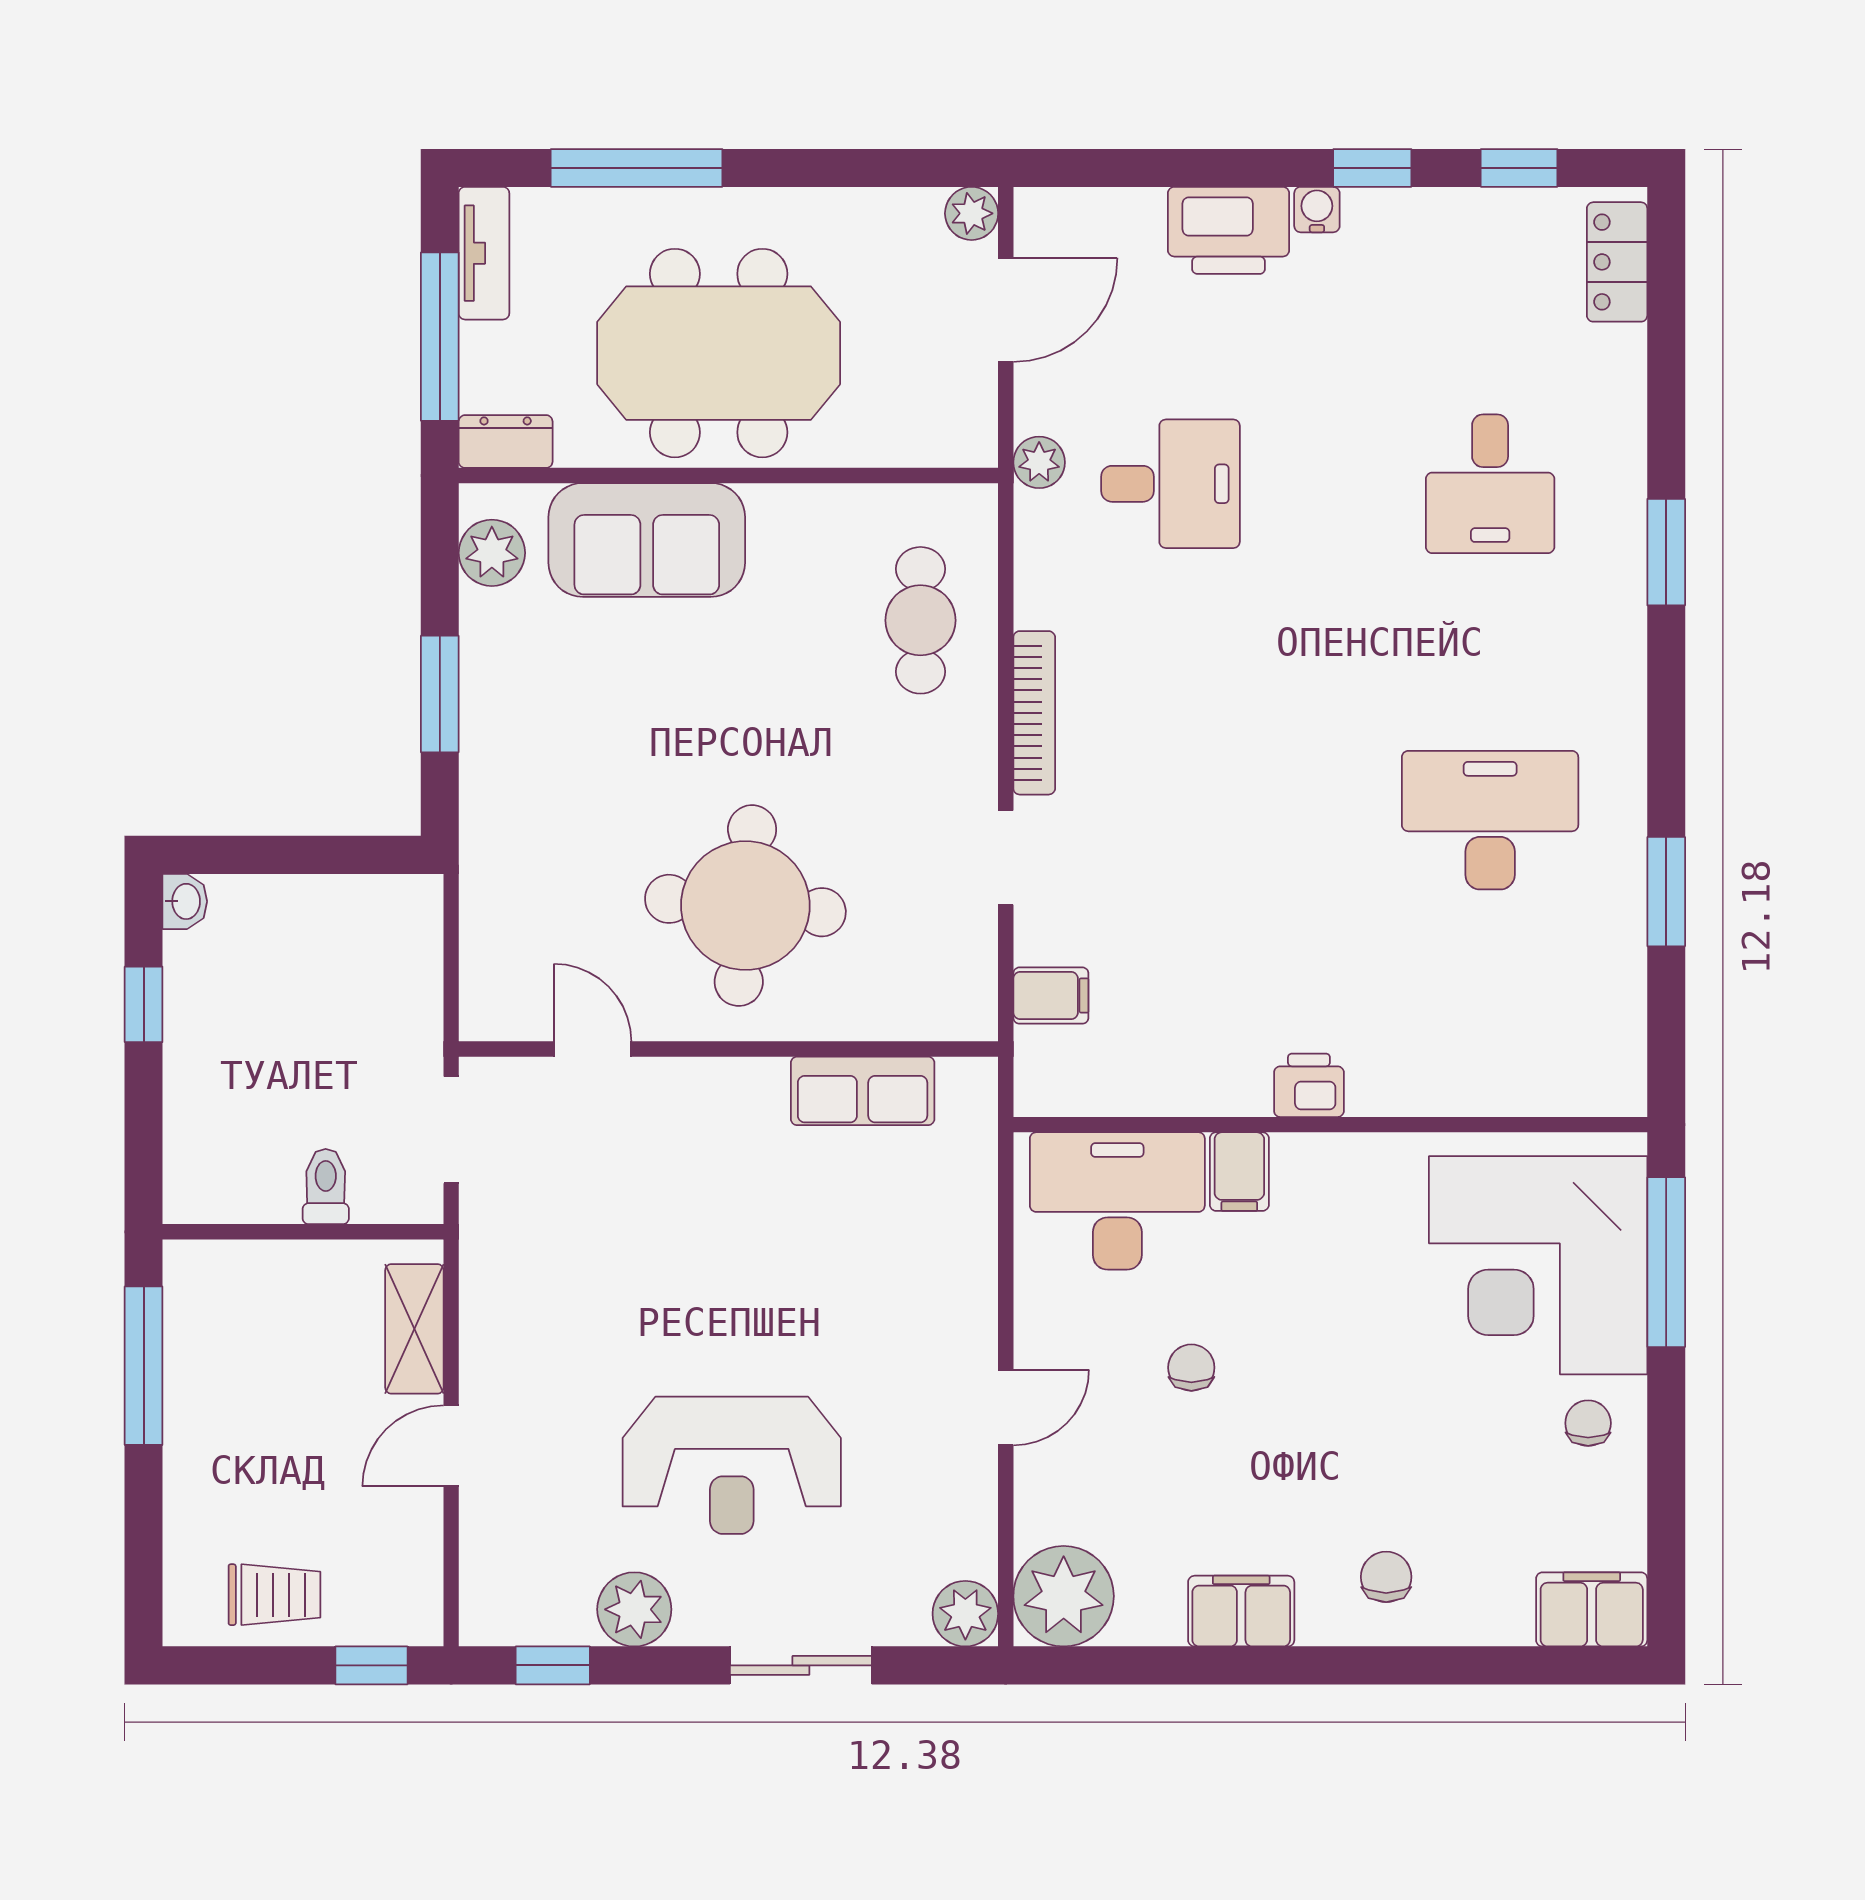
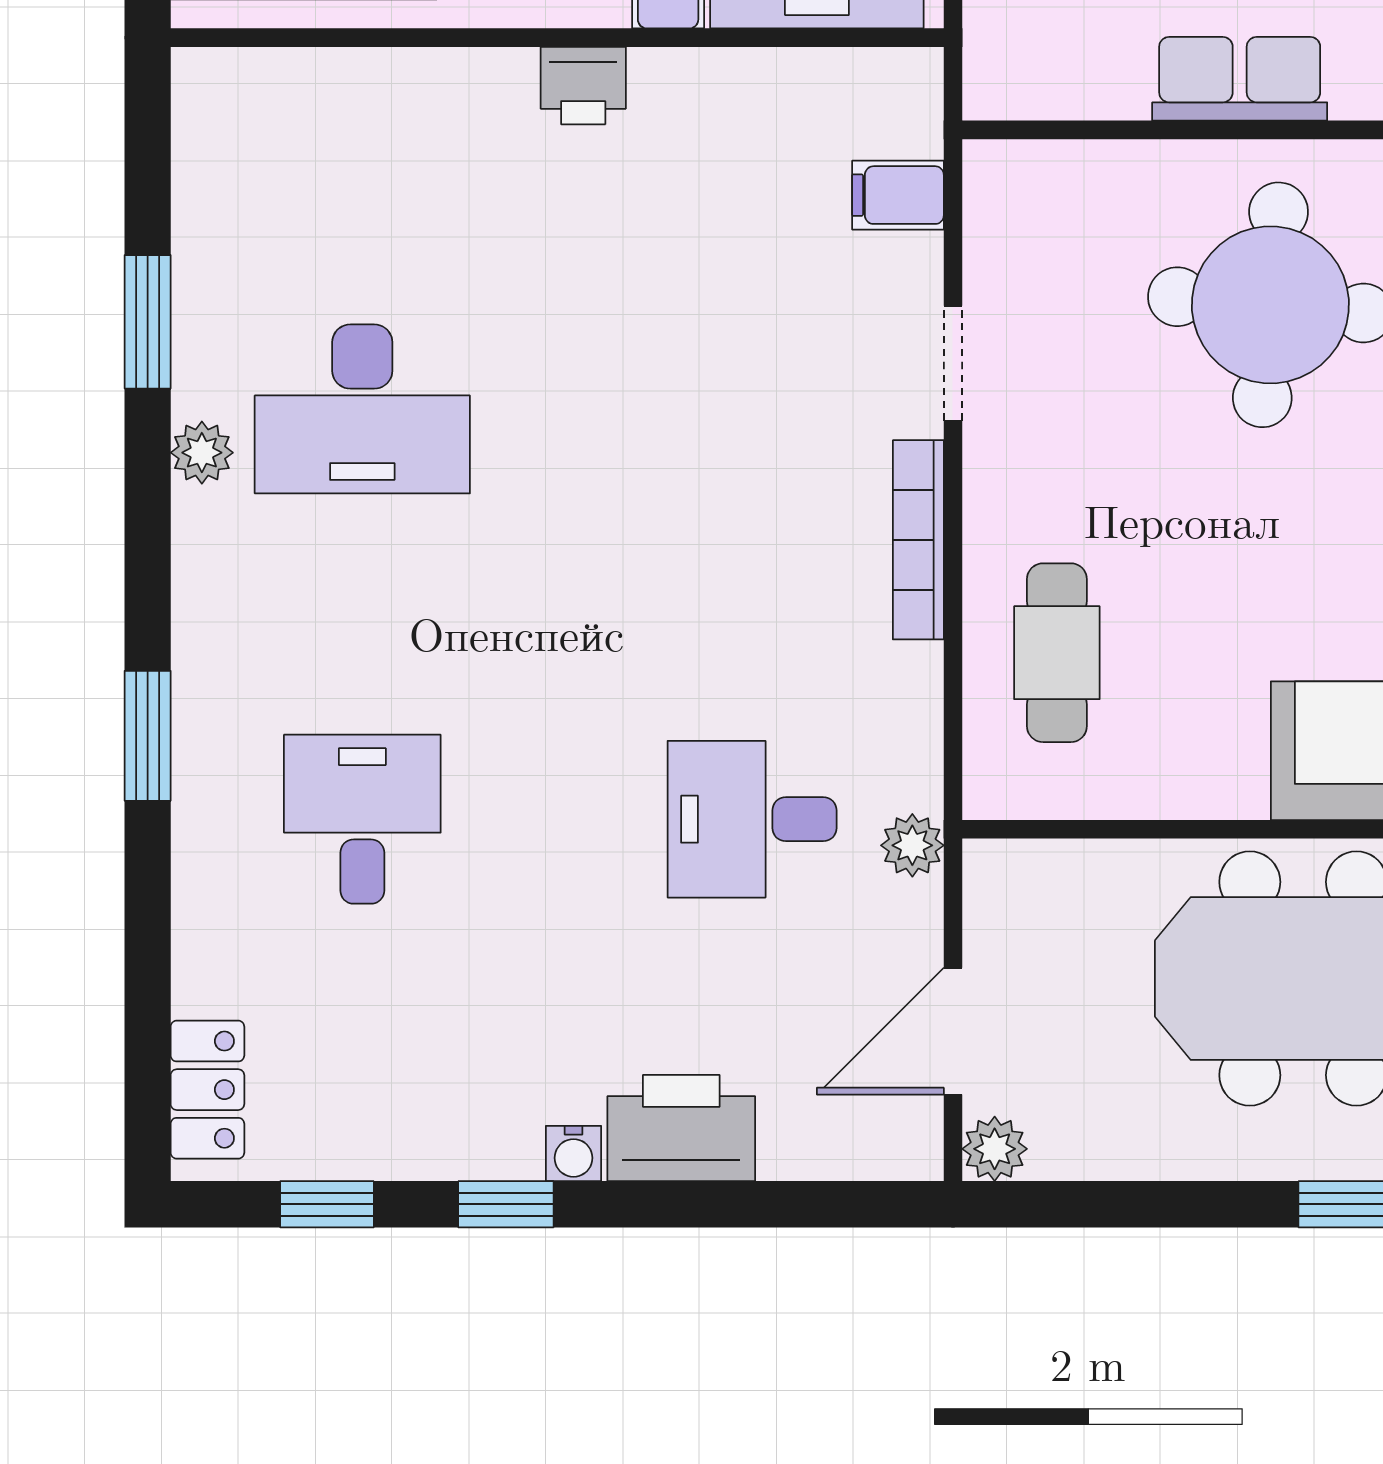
plant: (1622, 784) -> (202, 453), added
row of seats: (863, 1091) -> (1240, 79), moved

